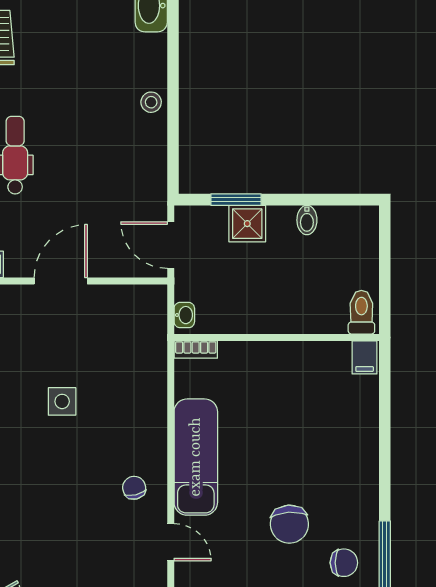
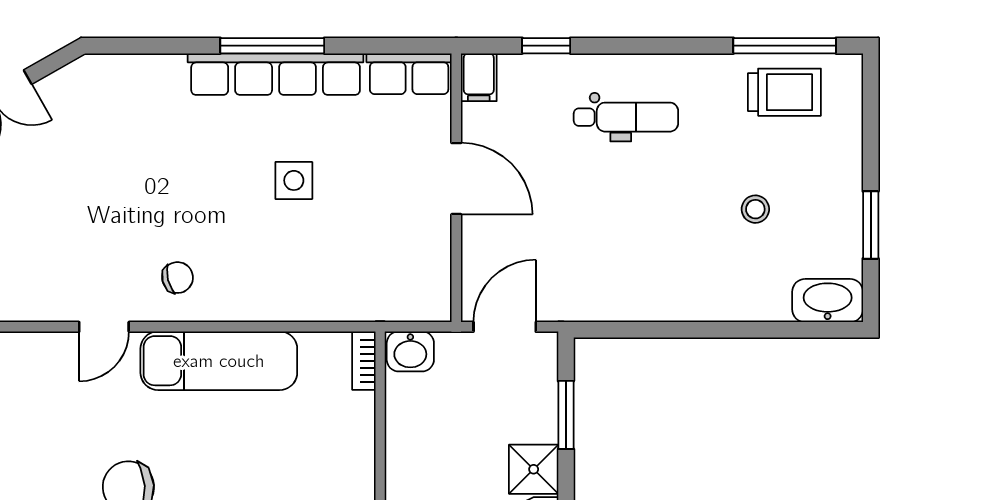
stool: (151, 102) -> (755, 209), moved
shower: (247, 224) -> (534, 469), moved
washbasin: (184, 315) -> (410, 351), width x1.38, depth x1.45

